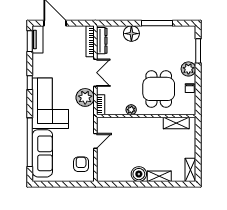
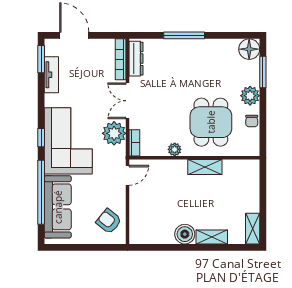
window: (157, 23) -> (184, 35), moved
floor lamp: (131, 34) -> (249, 49), moved
tv unit: (37, 39) -> (51, 75), moved
double door: (95, 73) -> (128, 101), swing flipped
window: (30, 83) -> (41, 138), moved
shelving: (176, 123) -> (205, 167), moved
door: (95, 141) -> (128, 175), moved
armchair: (81, 164) -> (109, 221), turned -51

